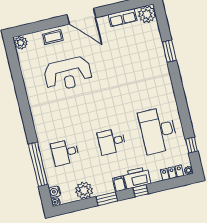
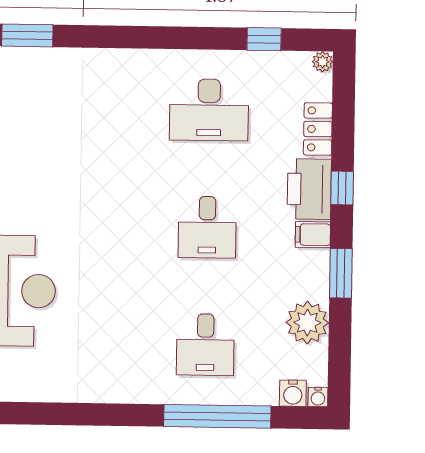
desk: (158, 130) -> (209, 110), width x0.73, depth x0.77
locker: (172, 173) -> (318, 129), moved

